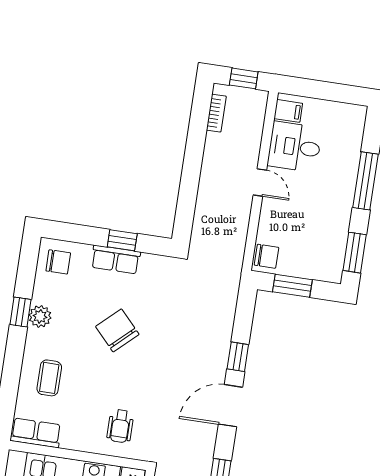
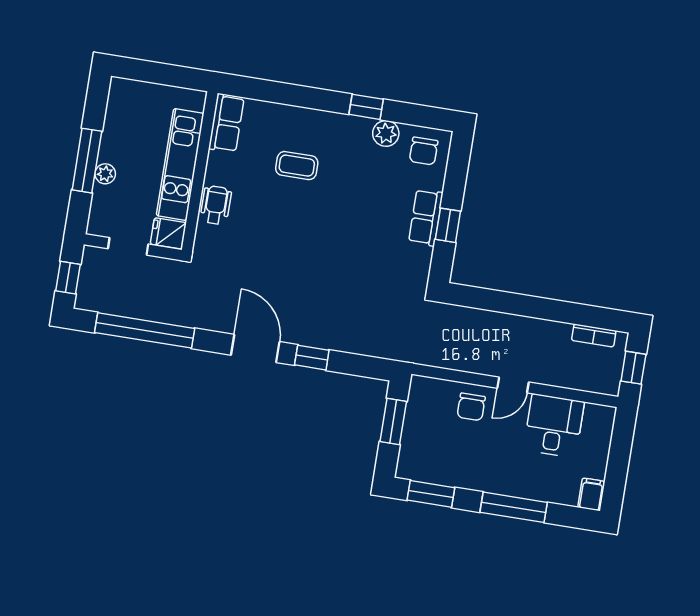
filing cabinet: (288, 111) -> (591, 494), moved, turned 180
chair: (266, 256) -> (471, 407), moved
plant: (40, 316) -> (386, 133), moved
chair: (117, 330) -> (344, 219), removed
coffee table: (49, 378) -> (297, 166), moved
wheelchair: (120, 426) -> (216, 205), moved, turned 90

